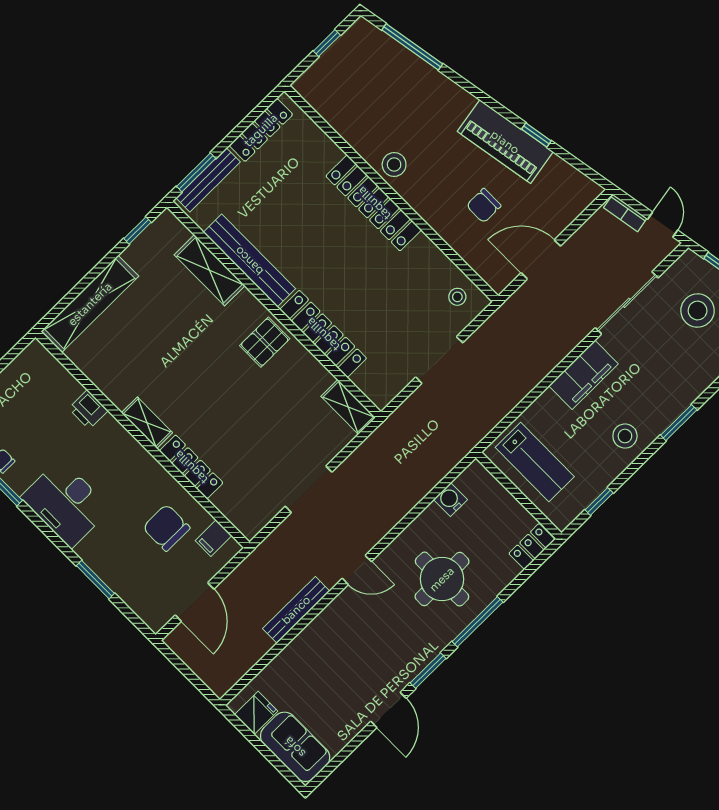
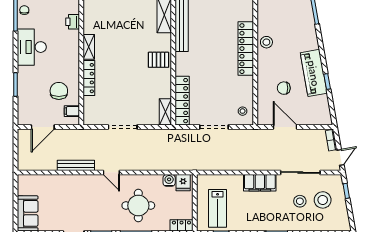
locker: (323, 334) -> (182, 101), moved
stool: (625, 436) -> (300, 201), moved
lab bench: (535, 462) -> (218, 208), moved
fridge: (256, 713) -> (183, 183), moved, turned 90

